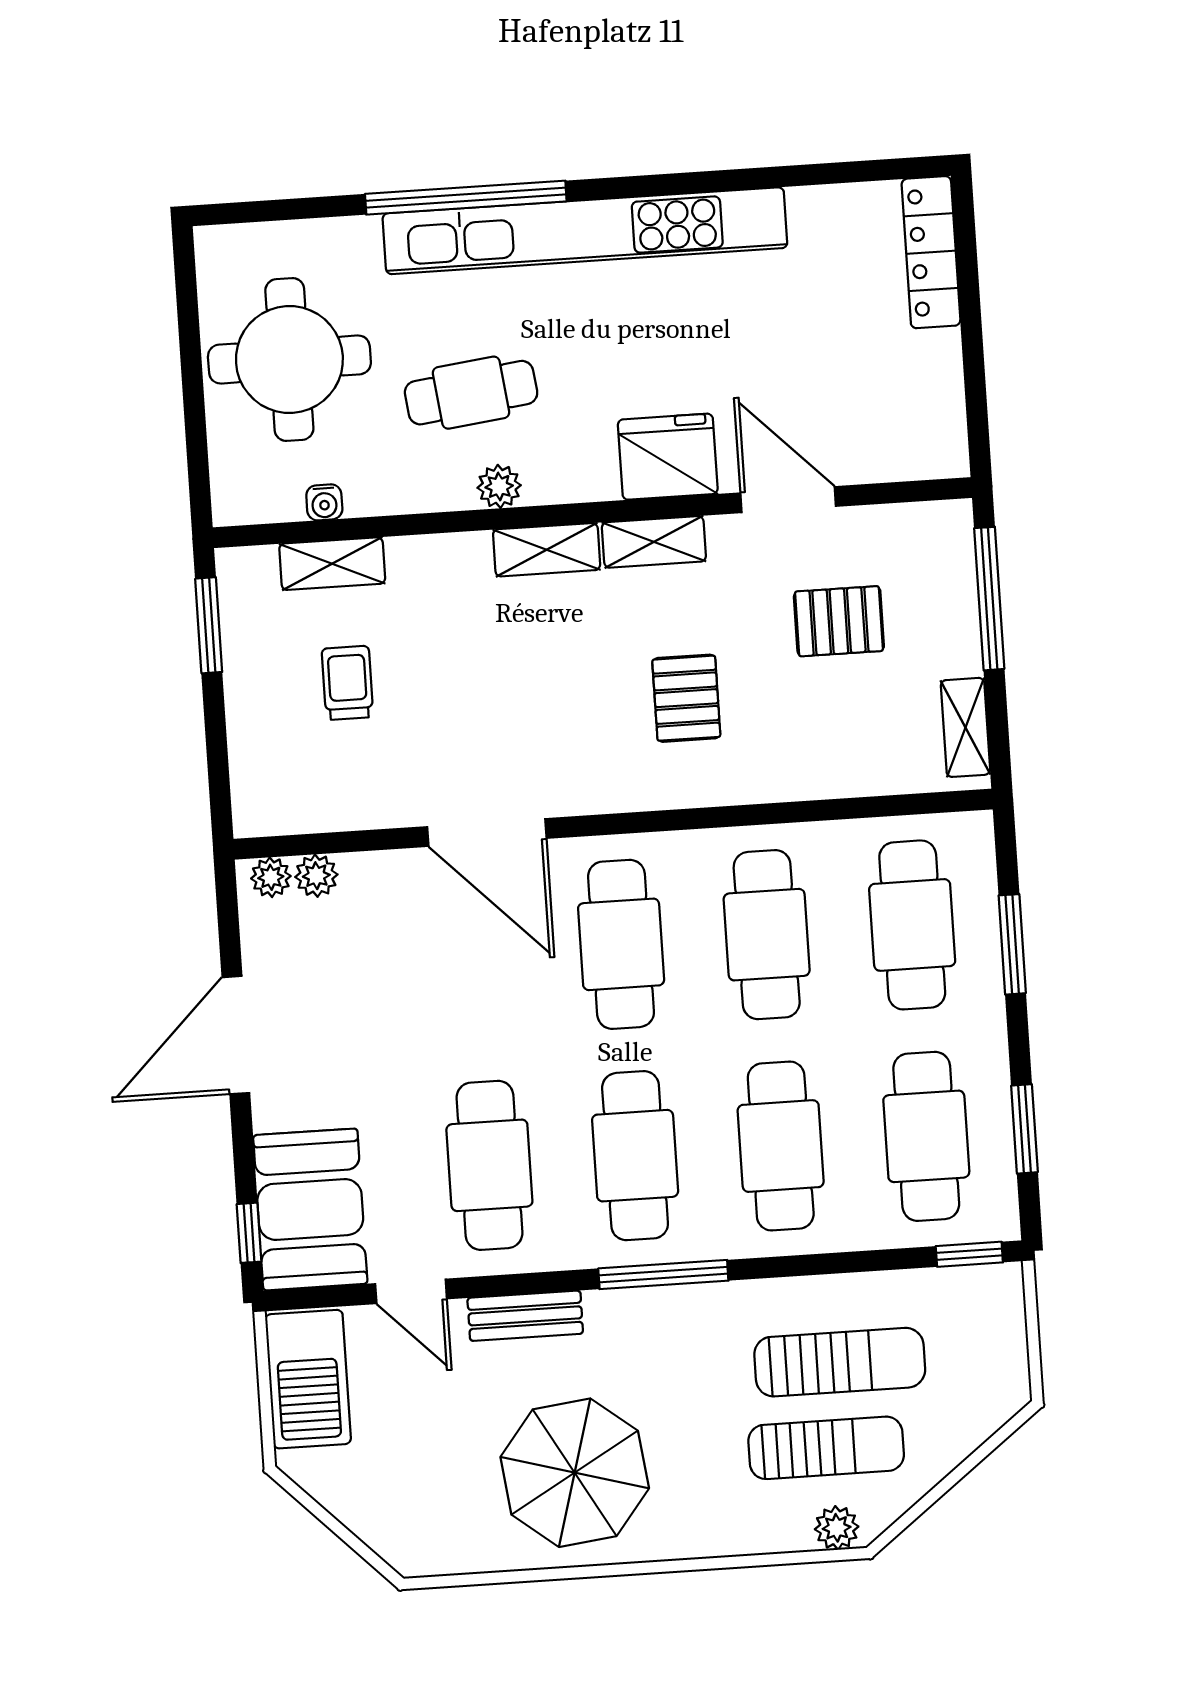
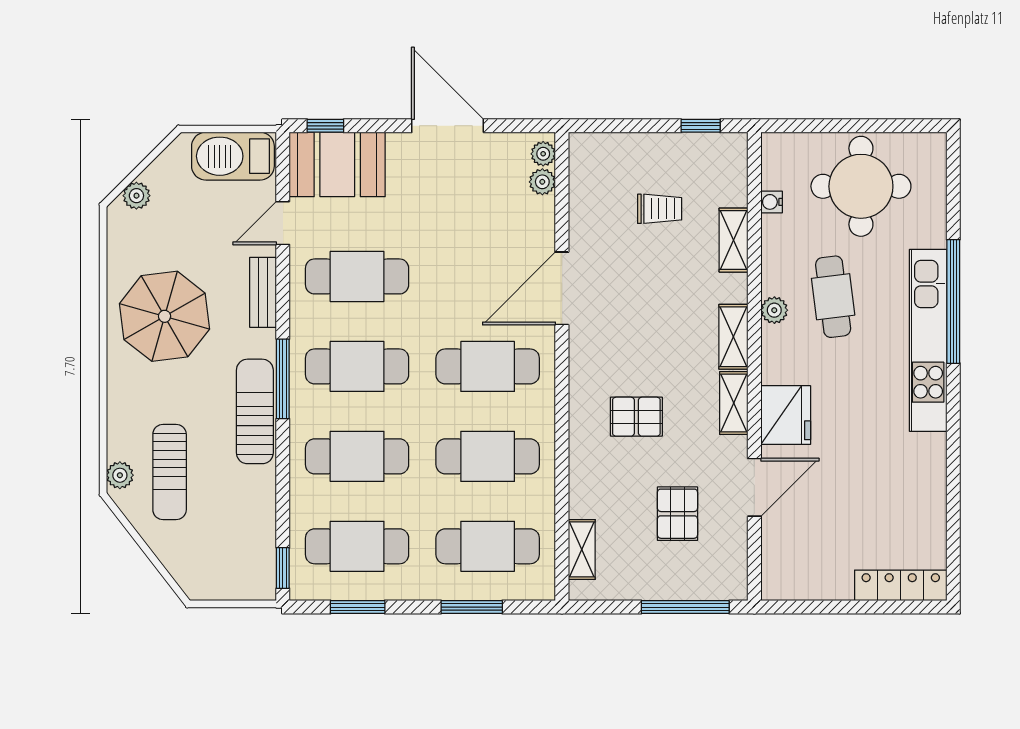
kitchen unit: (585, 231) -> (928, 340), width x0.73
shelving: (332, 564) -> (734, 240), moved
window: (209, 625) -> (701, 126), width x0.67
shelving: (965, 727) -> (582, 549), moved, turned 90
sun lounger: (840, 1362) -> (255, 411), moved, turned 180
plant: (382, 1531) -> (136, 196), added

